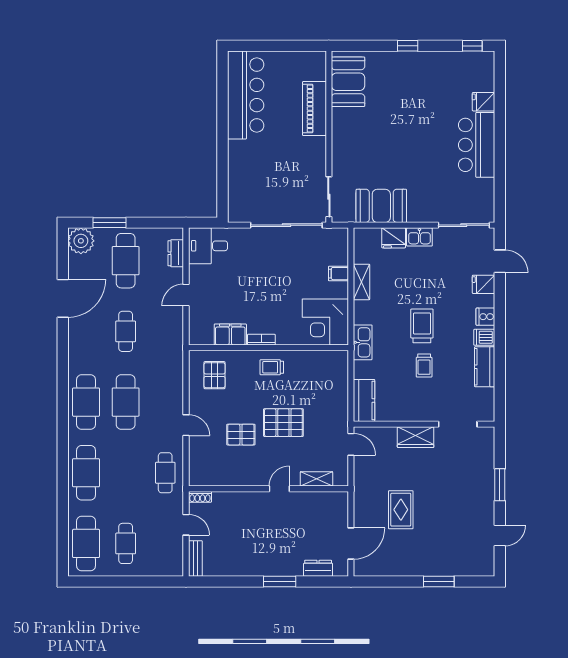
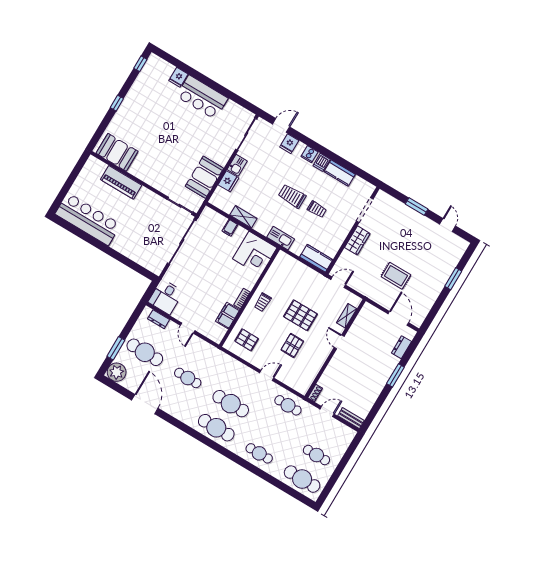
pallet: (283, 423) -> (300, 315), turned 90
cafe table: (86, 473) -> (259, 453), width x0.73, depth x0.74

